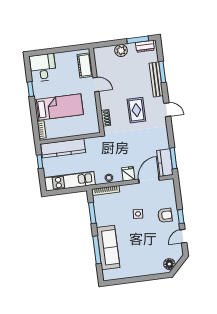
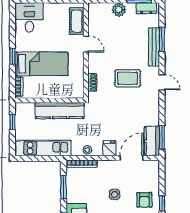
window: (31, 89) -> (12, 56), moved
rug: (136, 110) -> (128, 78), turned 90
kitchen counter: (63, 148) -> (60, 110), moved
armchair: (165, 215) -> (144, 200), turned 90

